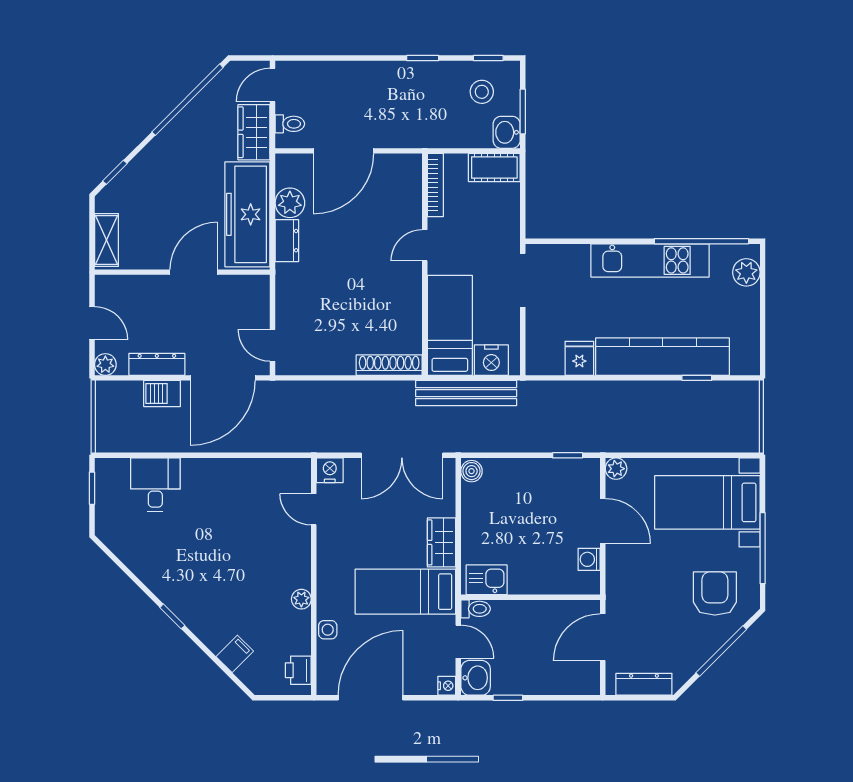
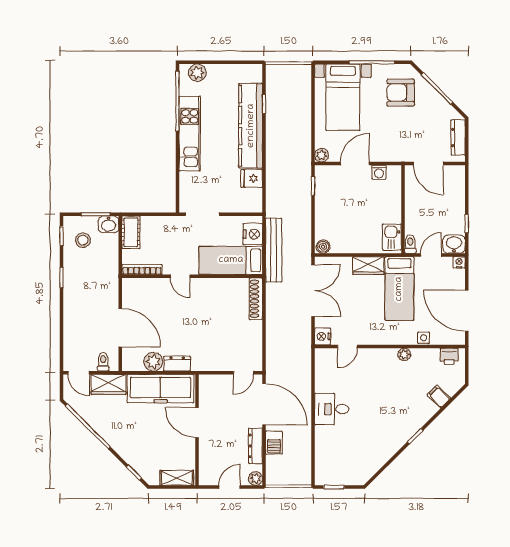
desk: (155, 485) -> (332, 409), moved

